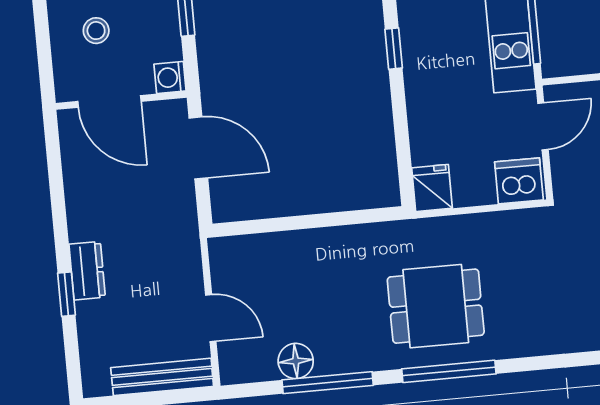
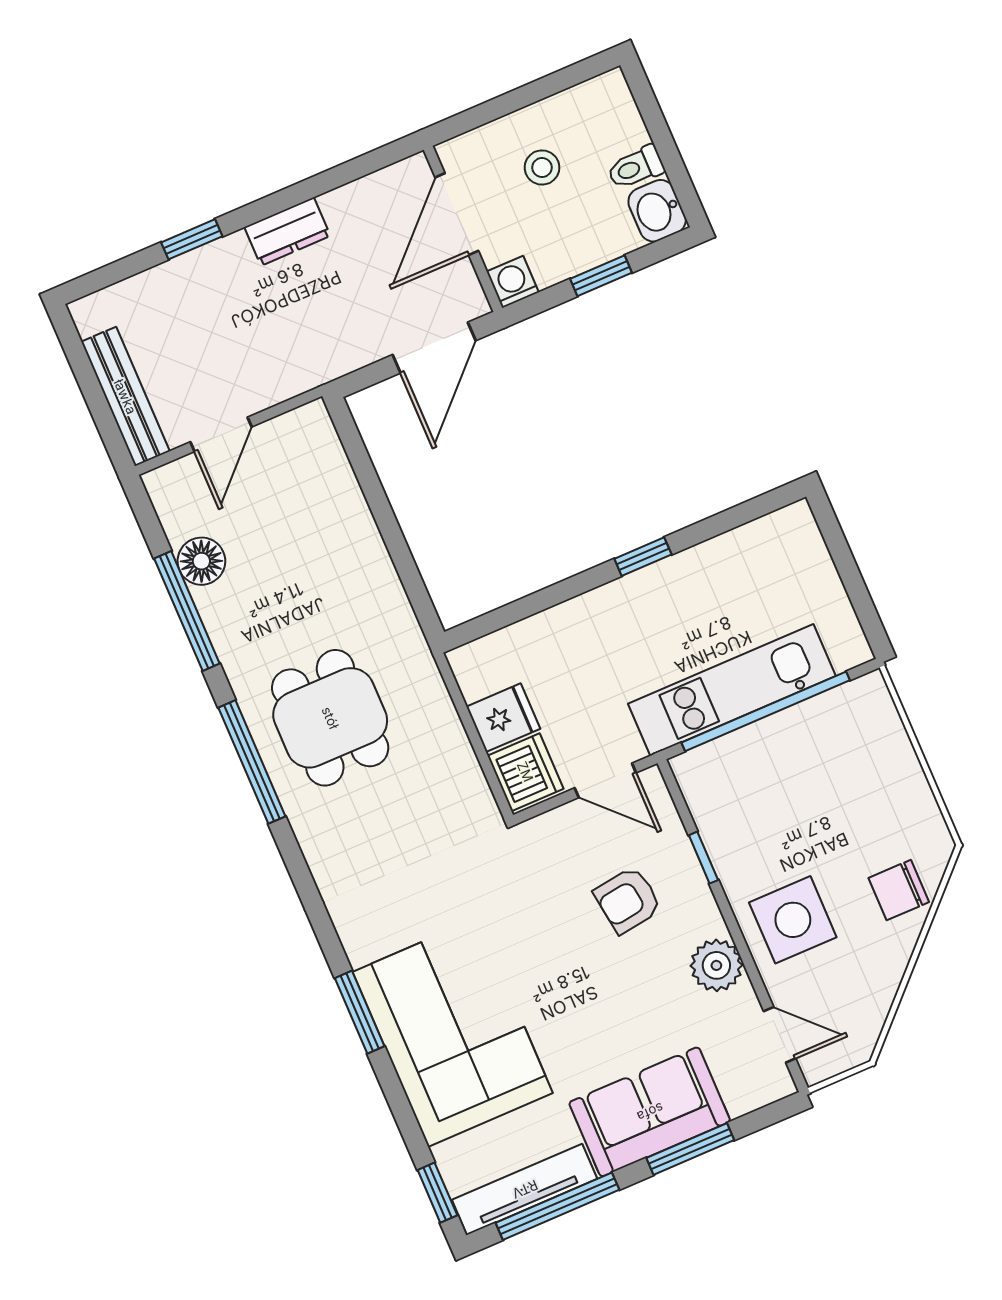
fridge: (432, 188) -> (503, 718), moved
dresser: (87, 271) -> (287, 231), moved

